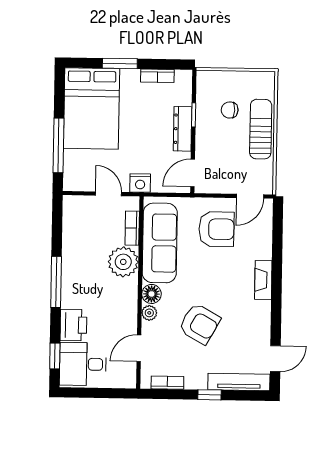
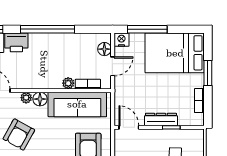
nightstand: (140, 183) -> (121, 40), moved, turned 90
floor lamp: (85, 205) -> (104, 49), added
plant: (123, 262) -> (68, 83), width x0.53, depth x0.53
window: (56, 282) -> (48, 29), width x1.46

